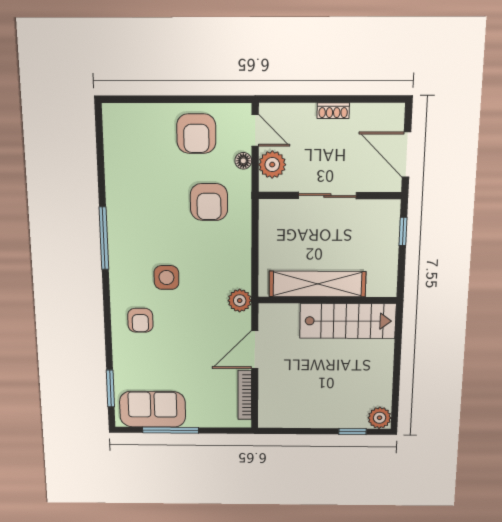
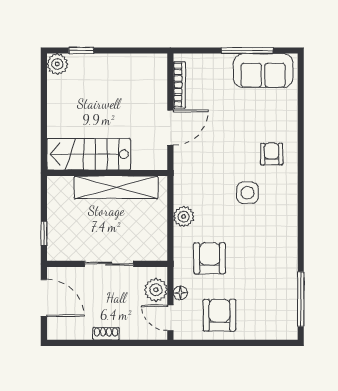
window: (104, 238) -> (301, 299), moved
plant: (240, 301) -> (184, 217), moved
window: (110, 388) -> (301, 90), removed

